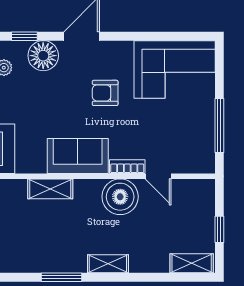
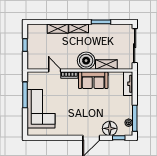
corner sofa: (175, 69) -> (41, 109), moved, turned 90
armchair: (105, 93) -> (80, 111), removed
boiler: (120, 197) -> (86, 61), moved
shelving: (192, 263) -> (58, 29), moved

